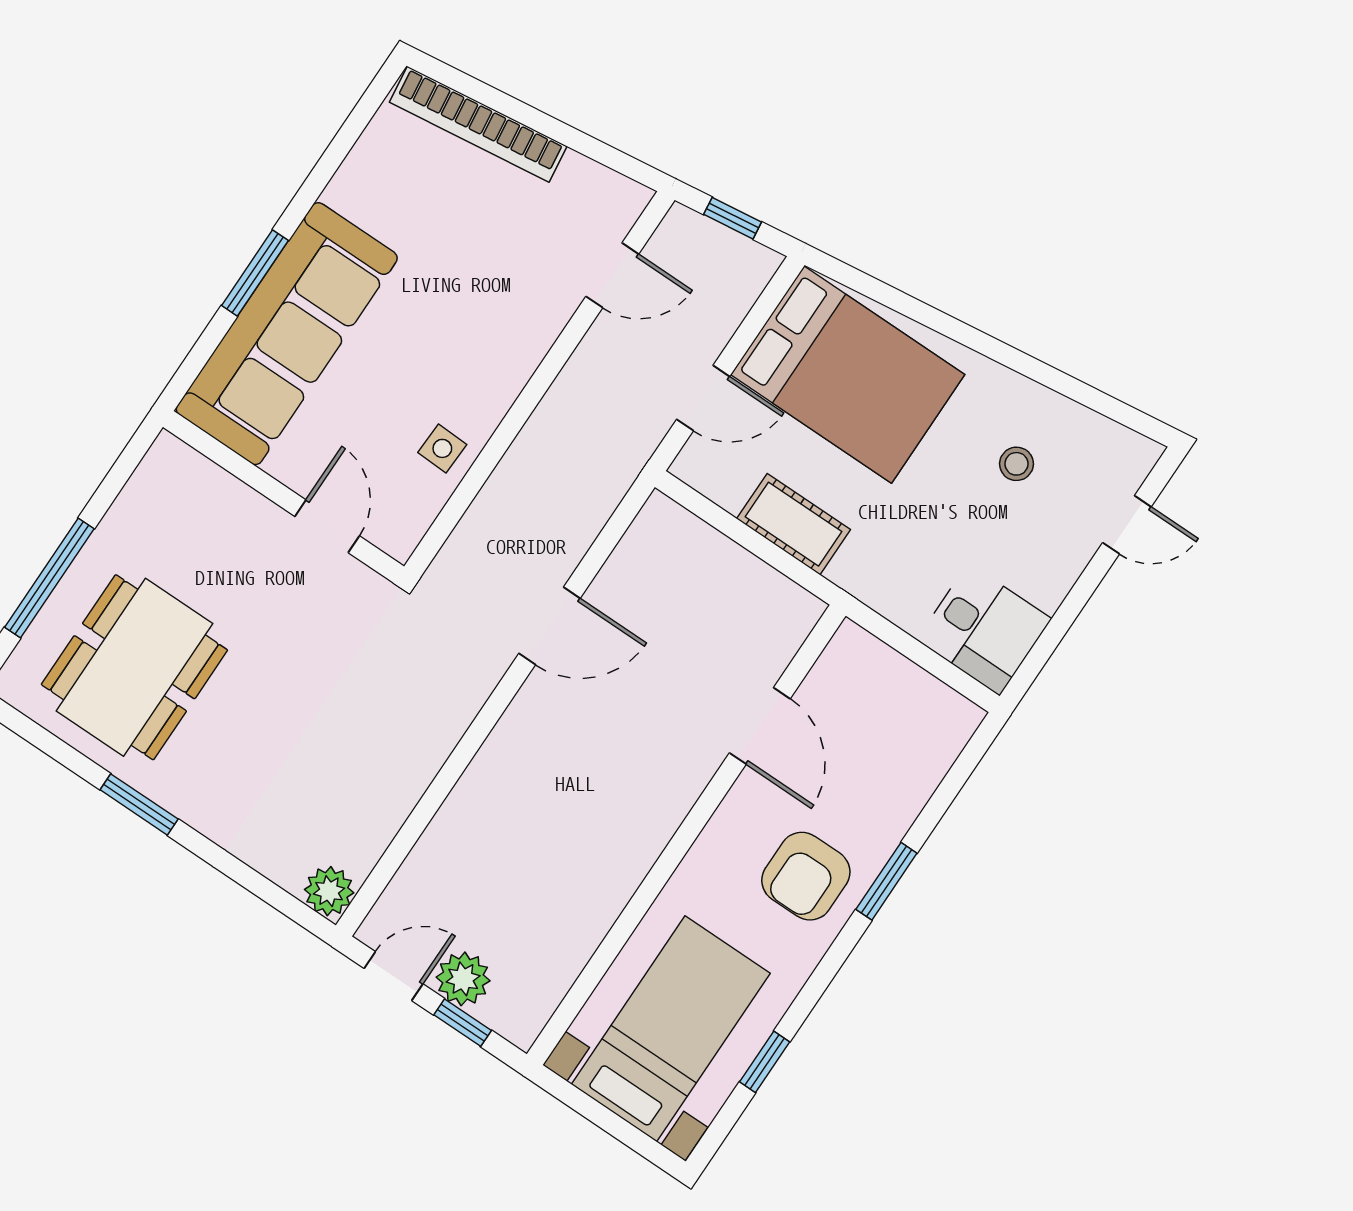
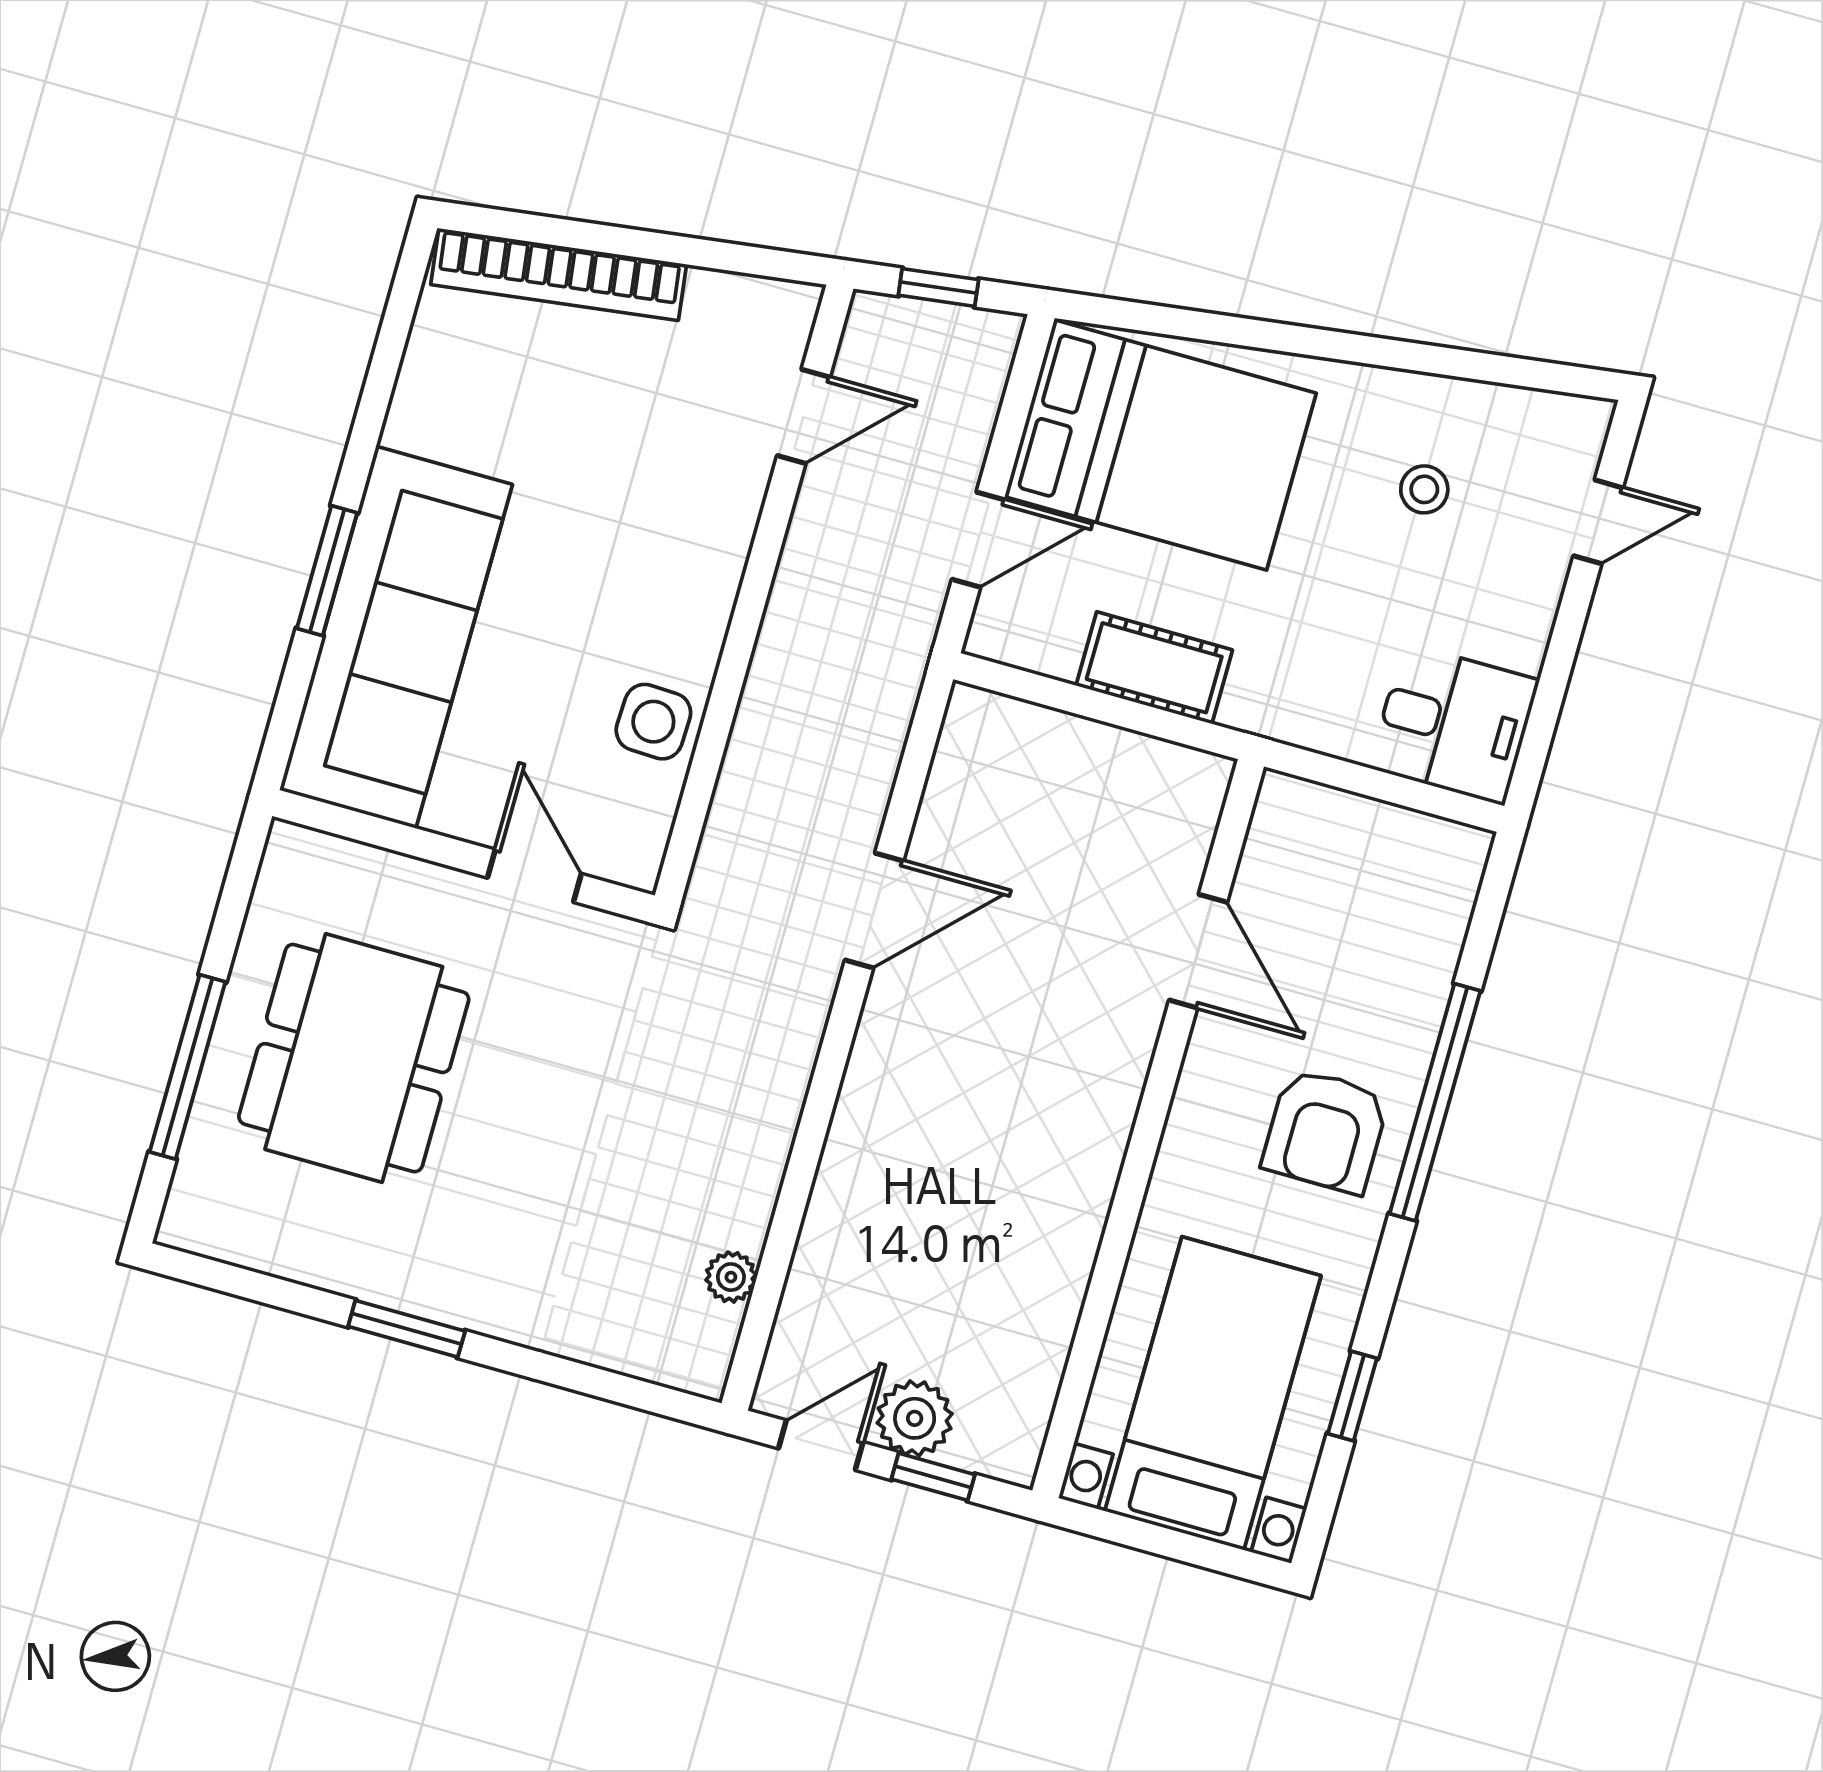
side table: (442, 448) -> (653, 722), width x1.37, depth x1.37
dining table: (134, 667) -> (354, 1058), moved
window: (886, 881) -> (1435, 1102), width x2.11
plant: (329, 891) -> (731, 1277), moved, width x0.73, depth x0.73

